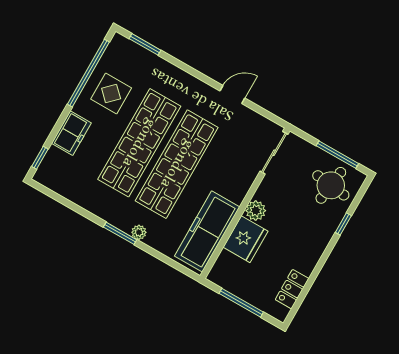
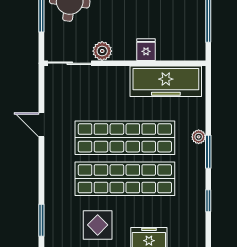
window: (75, 208) -> (208, 201), added
plant: (256, 211) -> (102, 51), moved
fridge: (246, 239) -> (146, 50), width x0.53, depth x0.75

